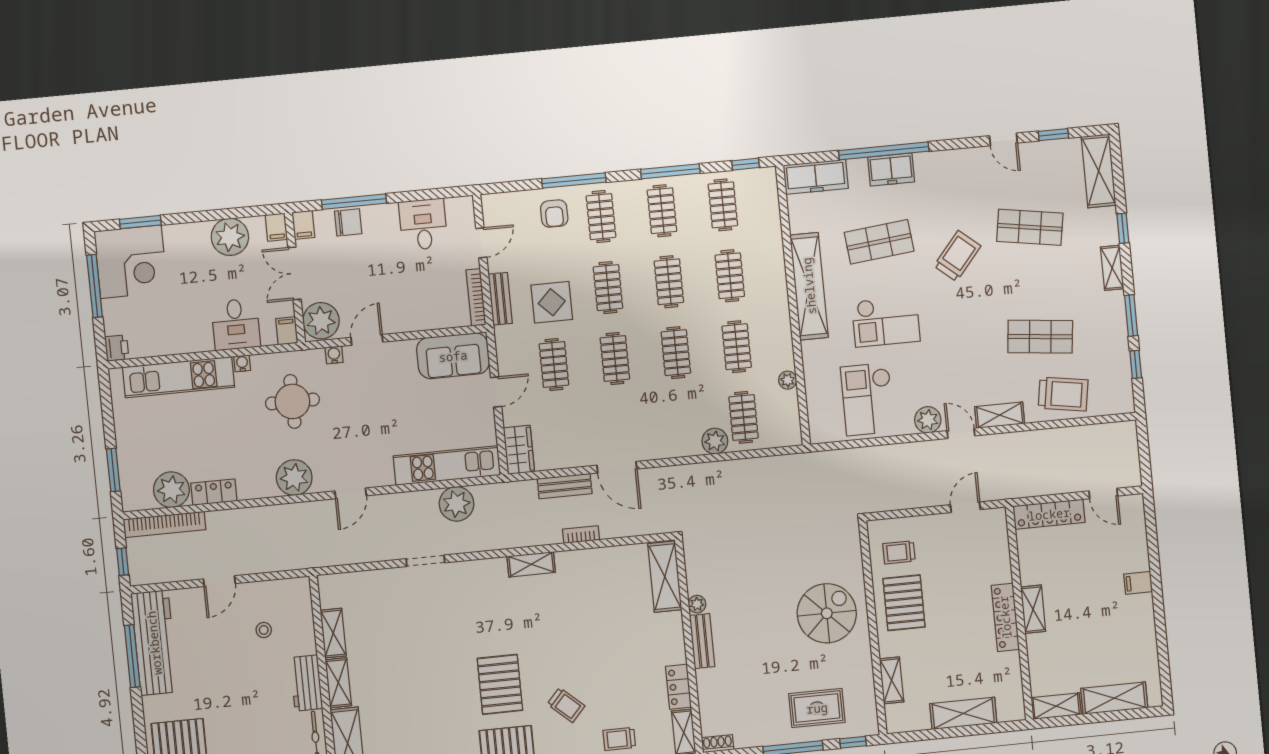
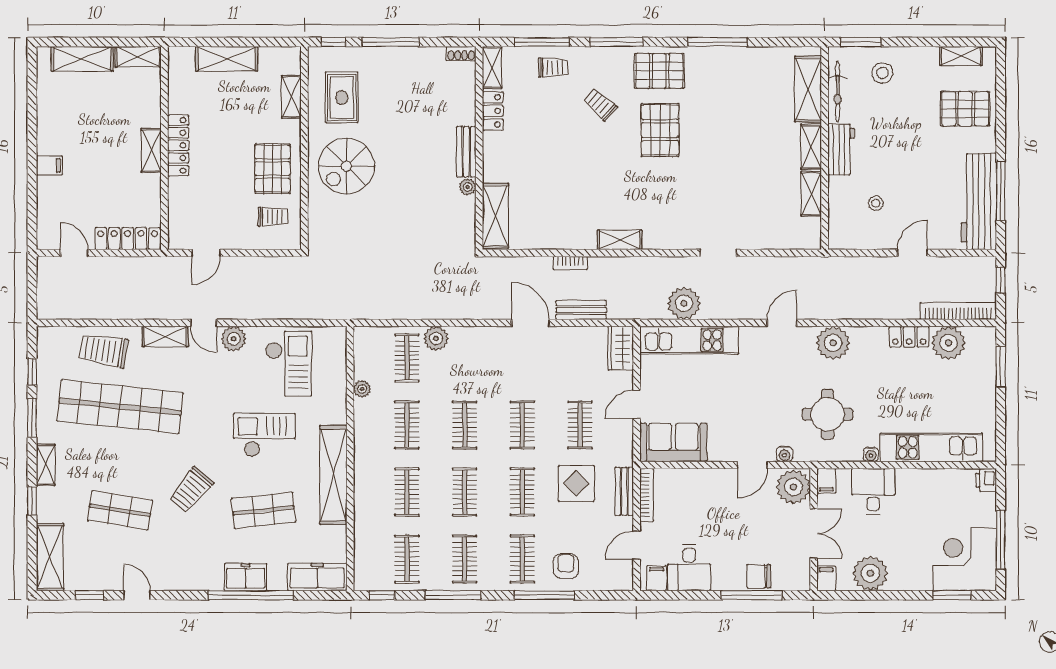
filing cabinet: (303, 225) -> (657, 578), moved
shop shelf: (1040, 337) -> (120, 407), width x2.00, depth x1.36
rug: (817, 708) -> (342, 97), moved, turned 90

